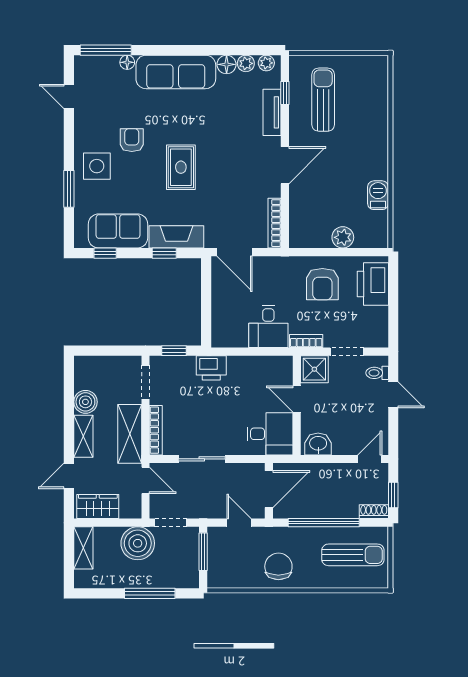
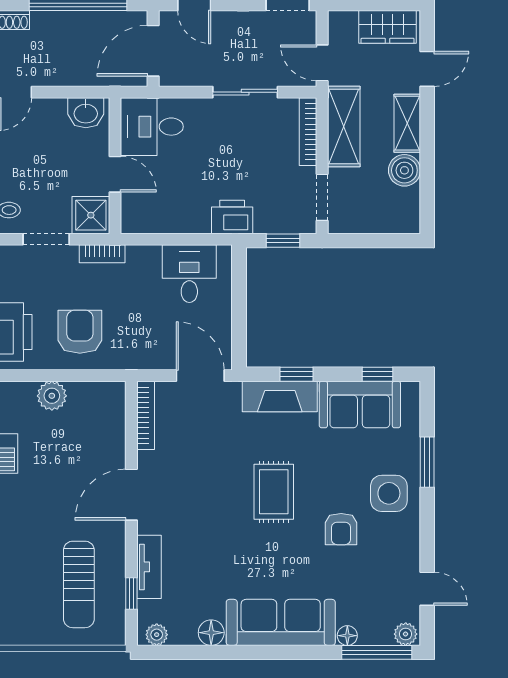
plant: (246, 63) -> (406, 634), moved
desk: (268, 326) -> (189, 274), moved

